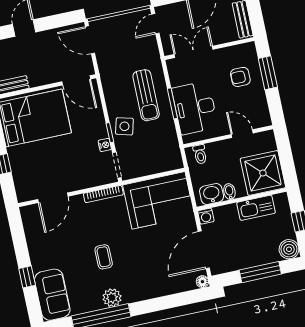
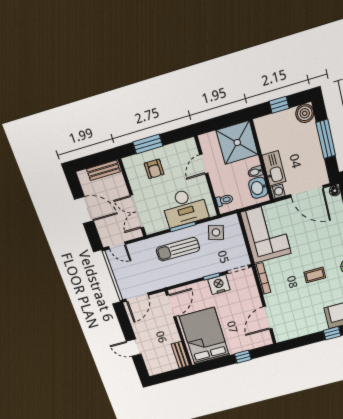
sun lounger: (146, 95) -> (178, 249), turned 180
side table: (124, 126) -> (216, 232), moved
nightstand: (105, 145) -> (219, 285), width x1.89, depth x1.79
door: (53, 198) -> (268, 318), swing flipped
kitchen sink: (256, 208) -> (274, 168), moved

